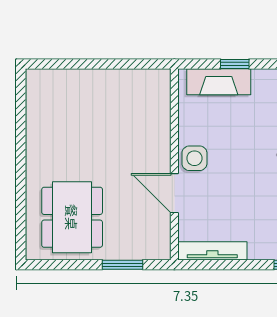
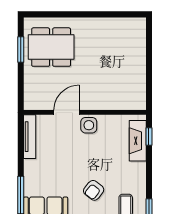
window: (235, 64) -> (149, 136), moved
window: (123, 265) -> (21, 50), moved

